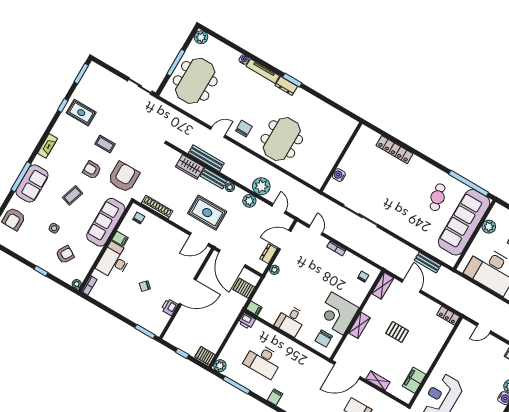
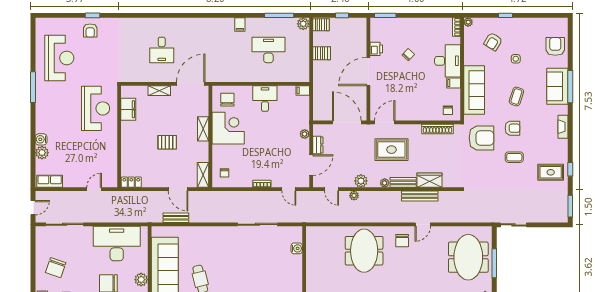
armchair: (124, 177) -> (481, 138), turned -90
plant: (261, 186) -> (354, 196), width x0.53, depth x0.53
server rack: (244, 288) -> (322, 53), moved
printer: (247, 321) -> (303, 76), removed

